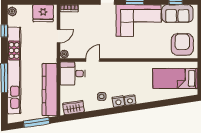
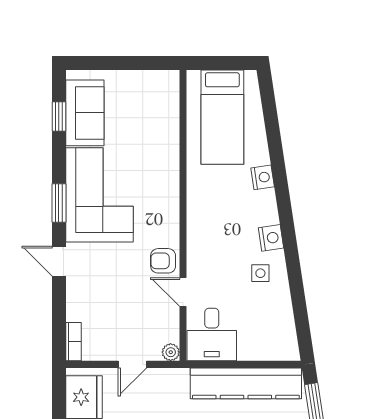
door: (59, 36) -> (132, 364), swing flipped
armchair: (182, 44) -> (163, 261), moved, width x0.53, depth x0.53
nightstand: (130, 100) -> (263, 177), moved
wardrobe: (73, 108) -> (284, 333), removed

